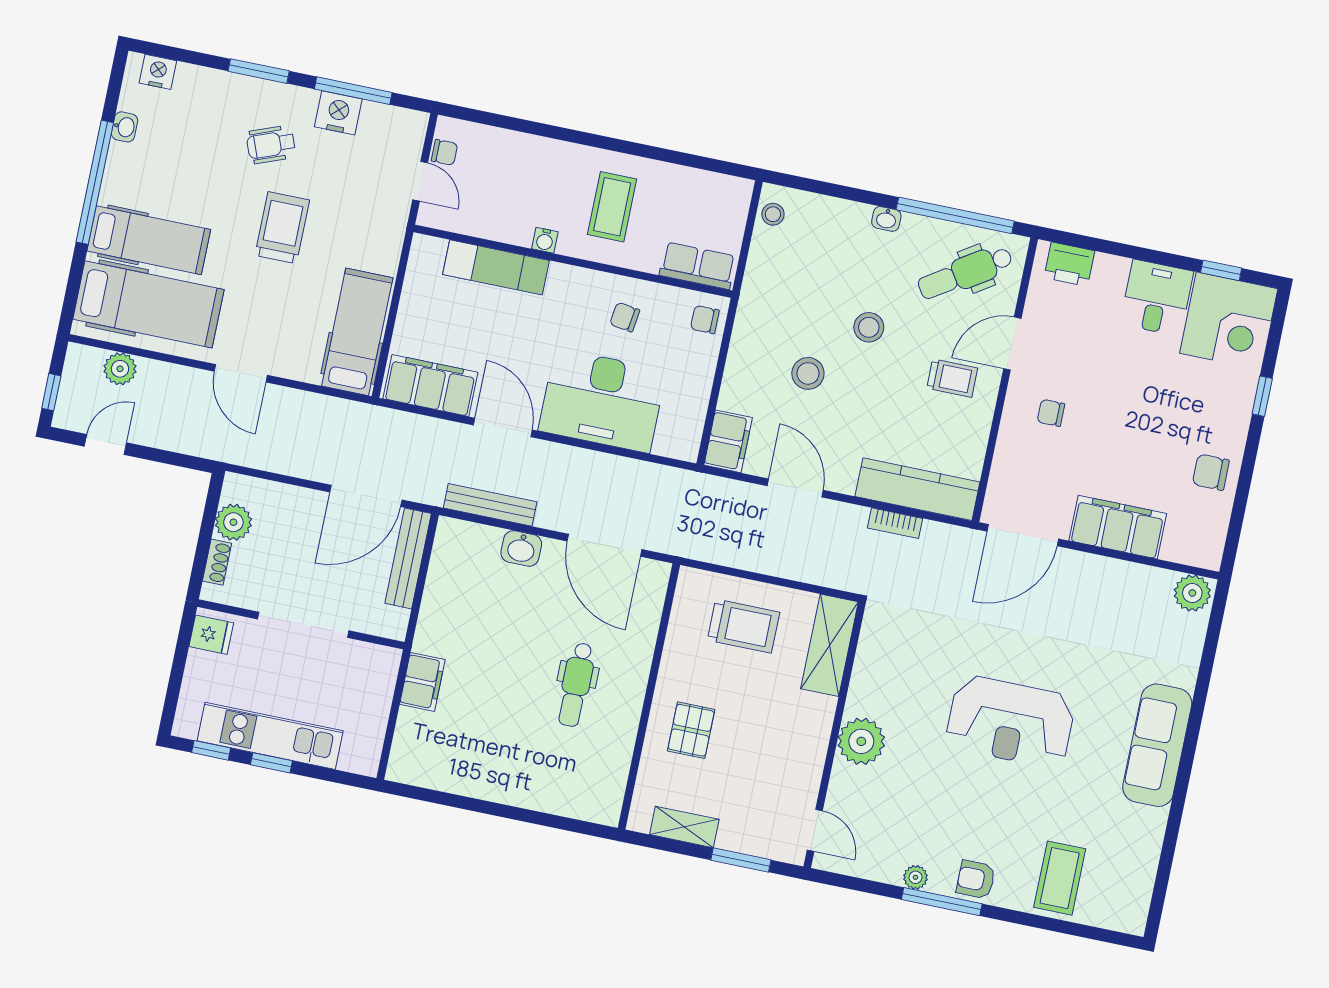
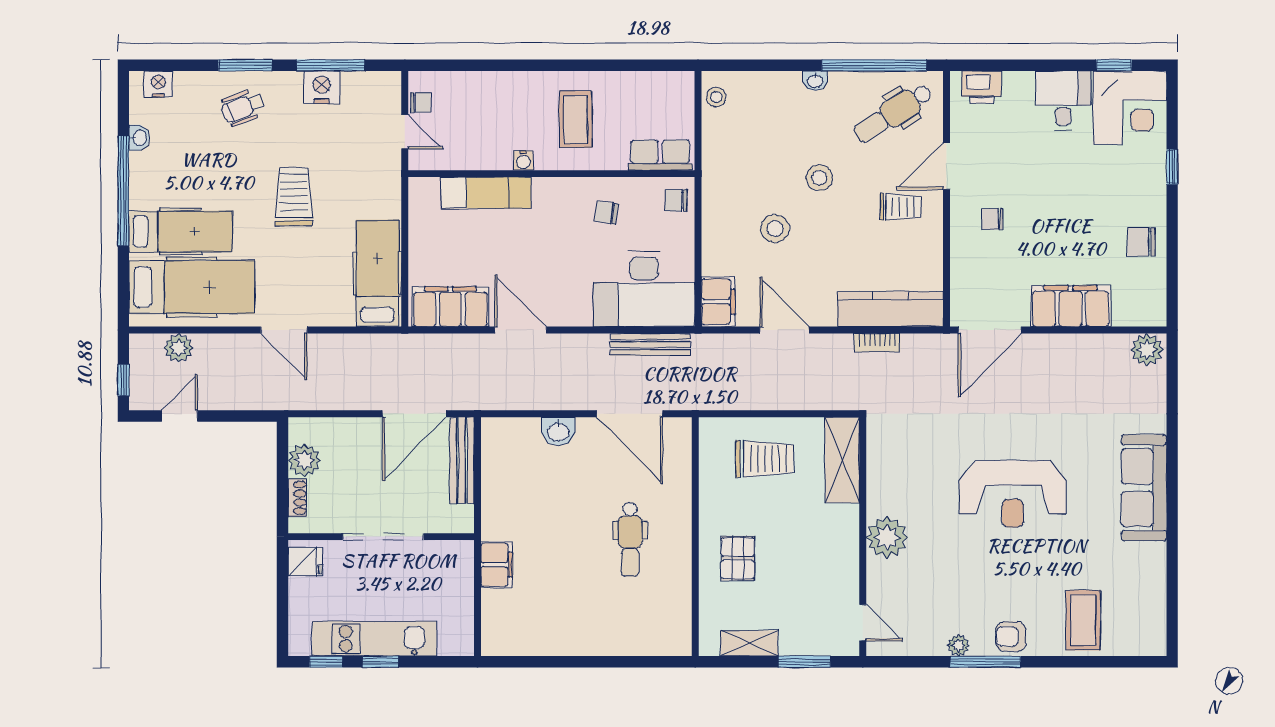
wheelchair: (271, 144) -> (243, 107), moved
desk: (602, 401) -> (644, 289), moved
bench: (490, 505) -> (650, 345), moved

